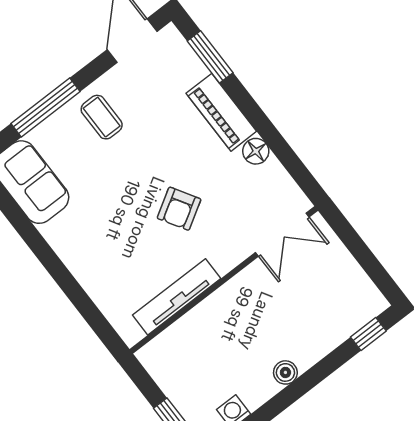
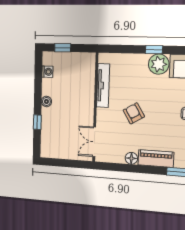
plant: (67, 235) -> (159, 64), added
window: (51, 261) -> (154, 50), added
window: (368, 334) -> (37, 122), moved

